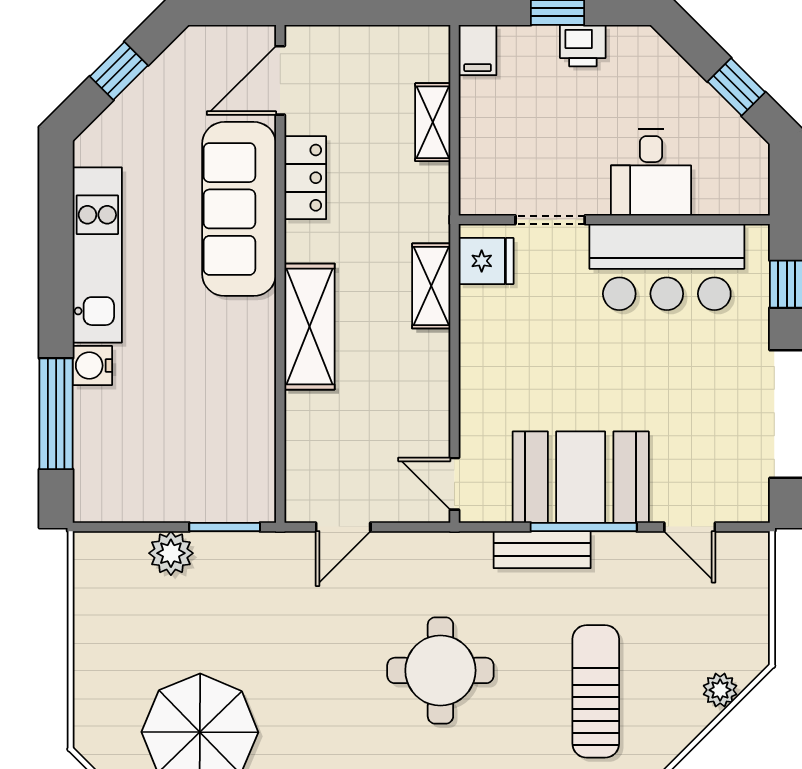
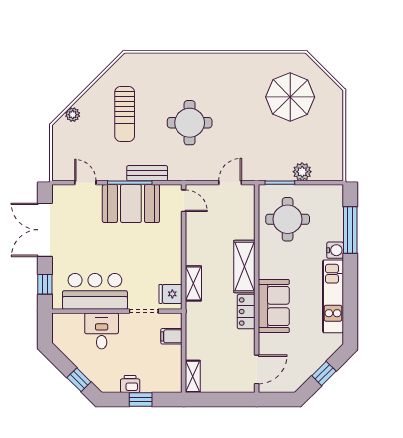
filing cabinet: (478, 50) -> (171, 336), moved, turned -90
window: (736, 87) -> (79, 380), moved
shelving: (433, 122) -> (193, 376), moved
locker: (305, 178) -> (246, 312), moved
sofa: (239, 209) -> (274, 306), width x0.73
round table: (206, 440) -> (288, 219), added

